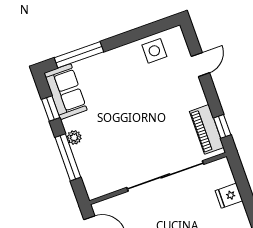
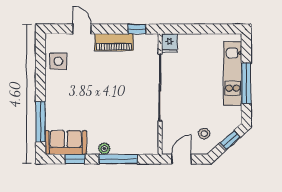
piano: (207, 129) -> (114, 42), moved
fridge: (229, 196) -> (169, 43), moved

